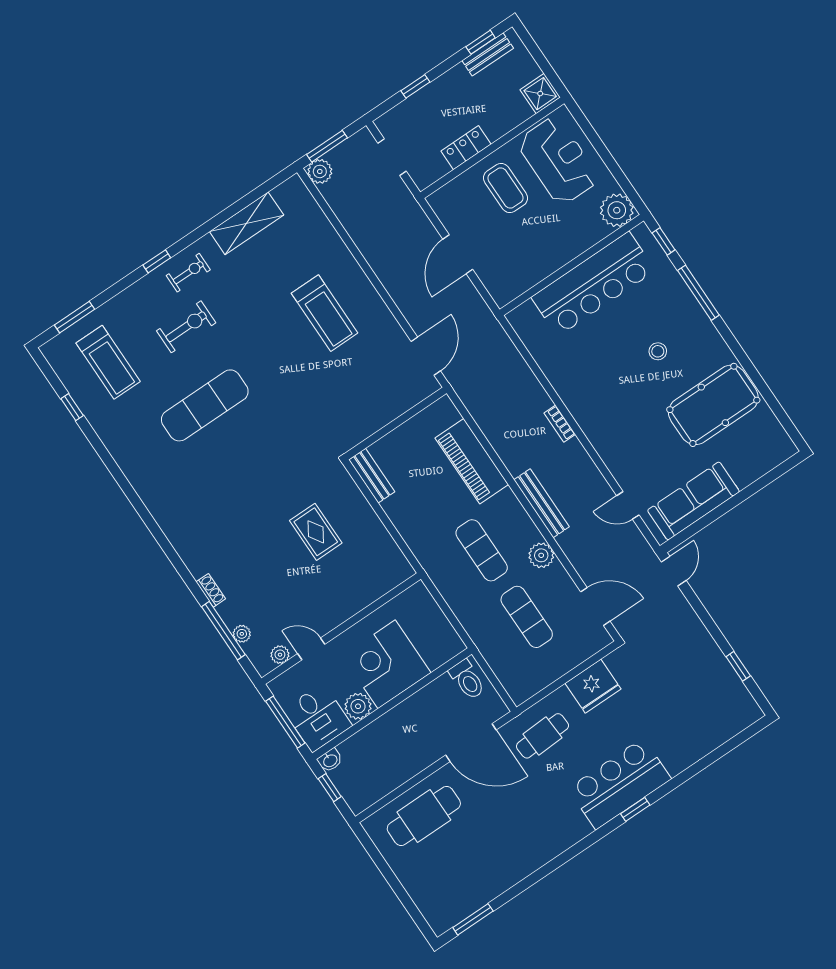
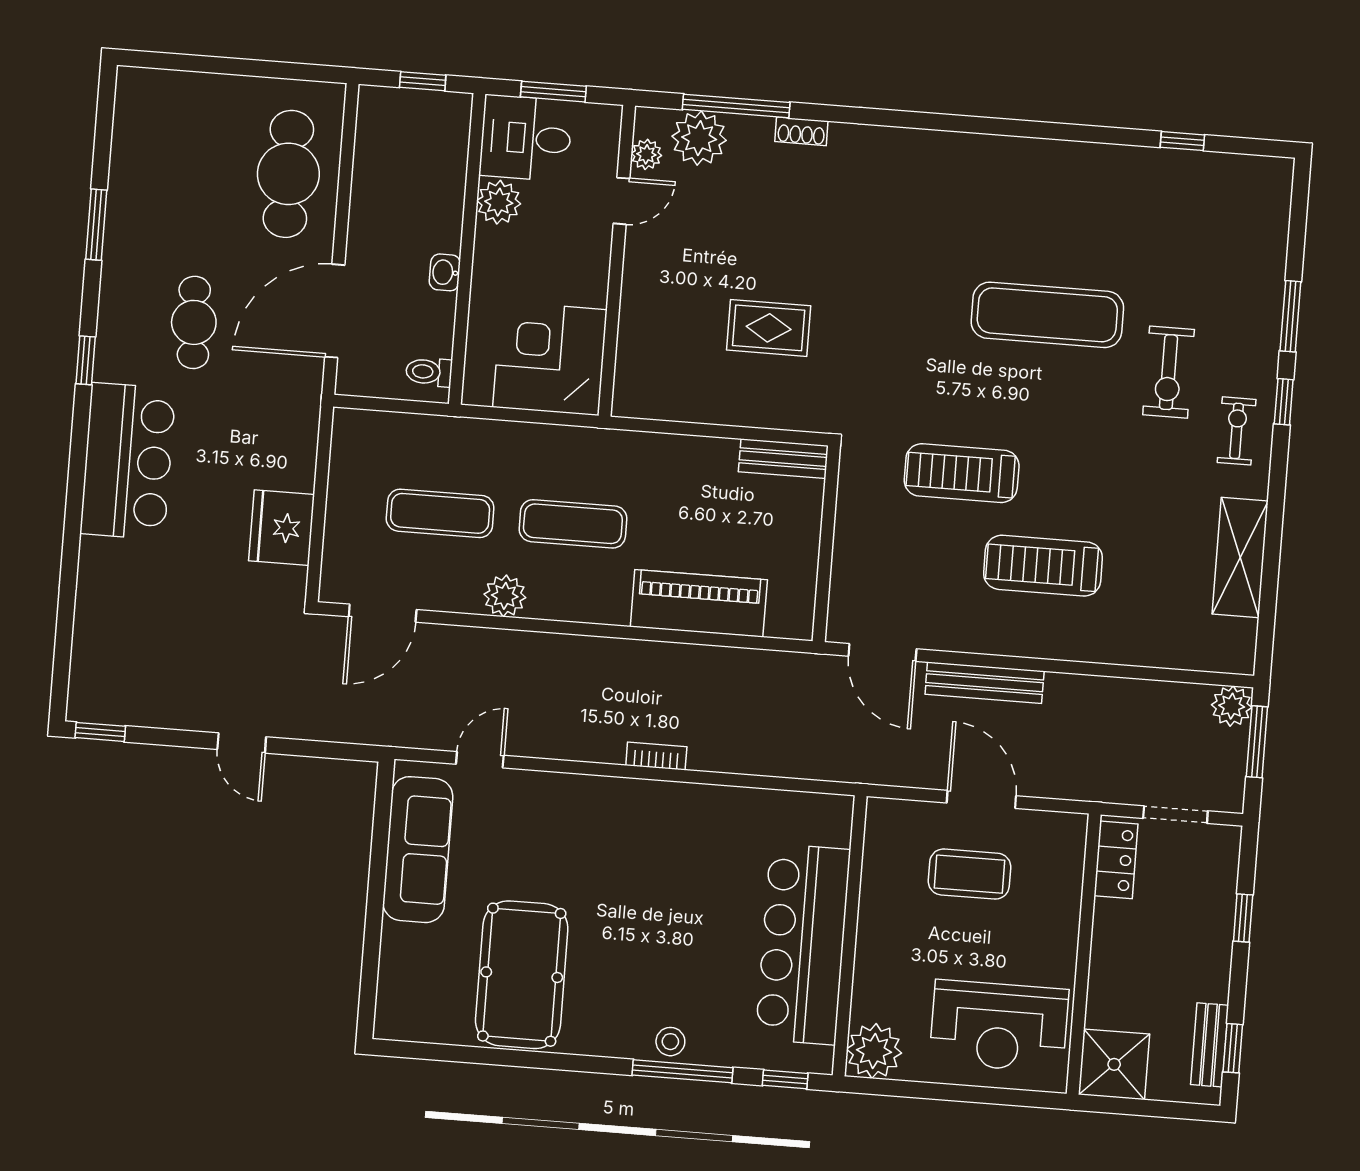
shower: (540, 94) -> (1114, 1064), width x1.36, depth x1.36
locker: (466, 148) -> (1116, 860), moved
coffee table: (506, 188) -> (969, 874), moved
exercise bike: (188, 273) -> (1237, 431), turned 180
window: (75, 317) -> (1290, 316), moved
stool: (658, 351) -> (670, 1042), moved
treadmill: (108, 362) -> (962, 473), moved
exercise mat: (205, 405) -> (1047, 315), turned 90
bench: (542, 503) -> (985, 683), moved
door: (674, 571) -> (242, 743), moved
plant: (242, 634) -> (699, 138), width x1.87, depth x1.87
corner desk: (387, 664) -> (550, 358), moved, turned -90
window: (738, 666) -> (100, 732), moved
toilet: (467, 680) -> (429, 372), width x0.73, depth x0.72
window: (285, 722) -> (553, 92), width x0.69
cafe table: (542, 736) -> (194, 322), moved
washbasin: (330, 760) -> (445, 272), moved
window: (635, 809) -> (86, 360), moved
window: (473, 919) -> (96, 225), moved

